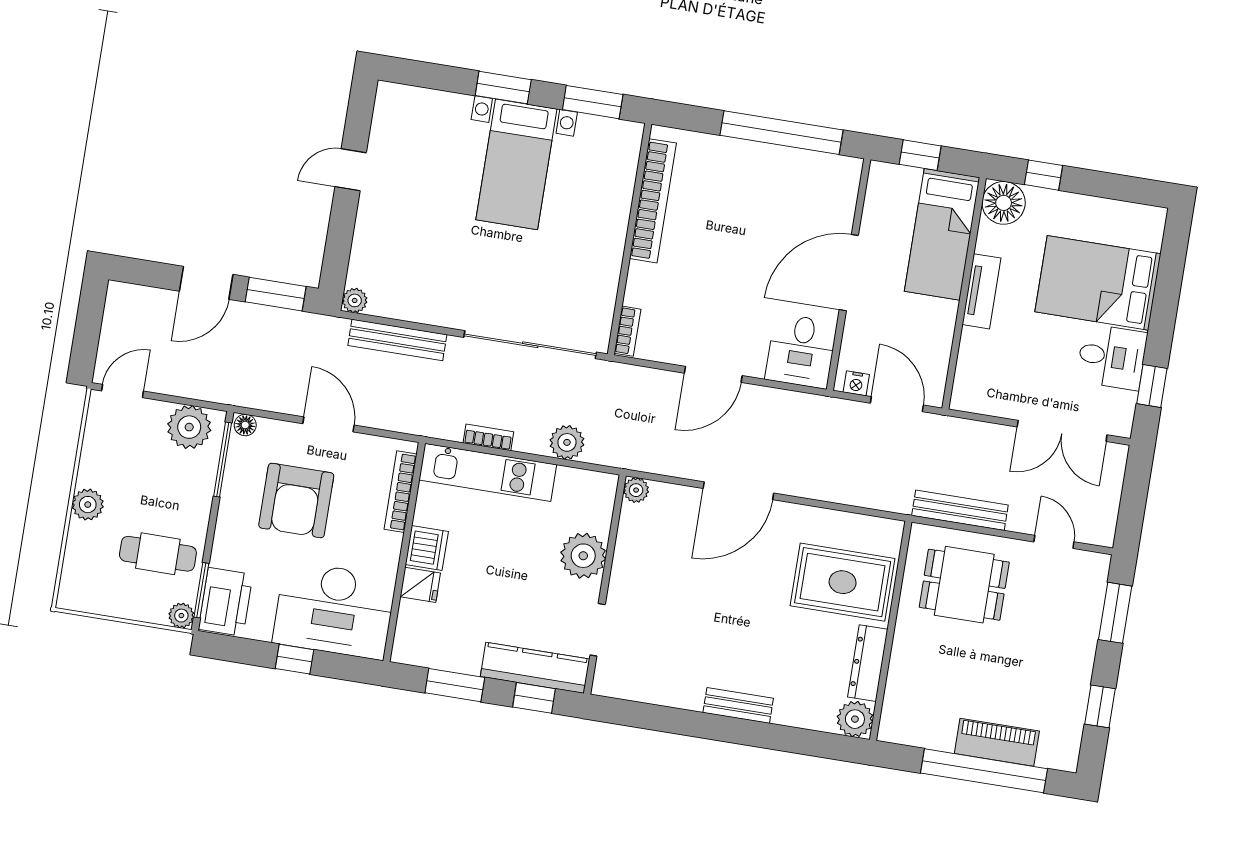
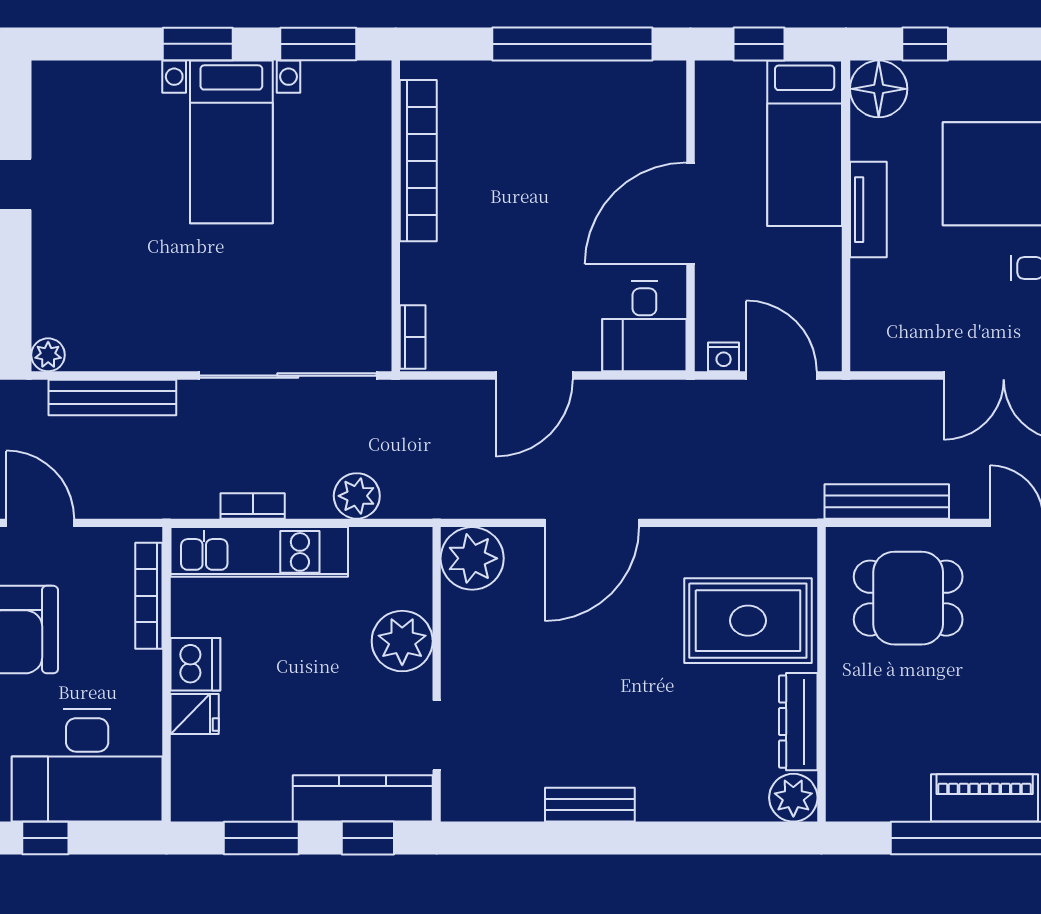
plant: (636, 490) -> (472, 558), width x1.88, depth x1.88
bench: (738, 706) -> (590, 805), moved

